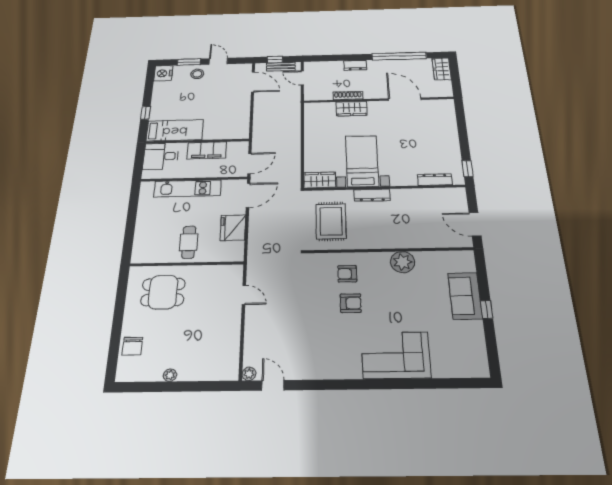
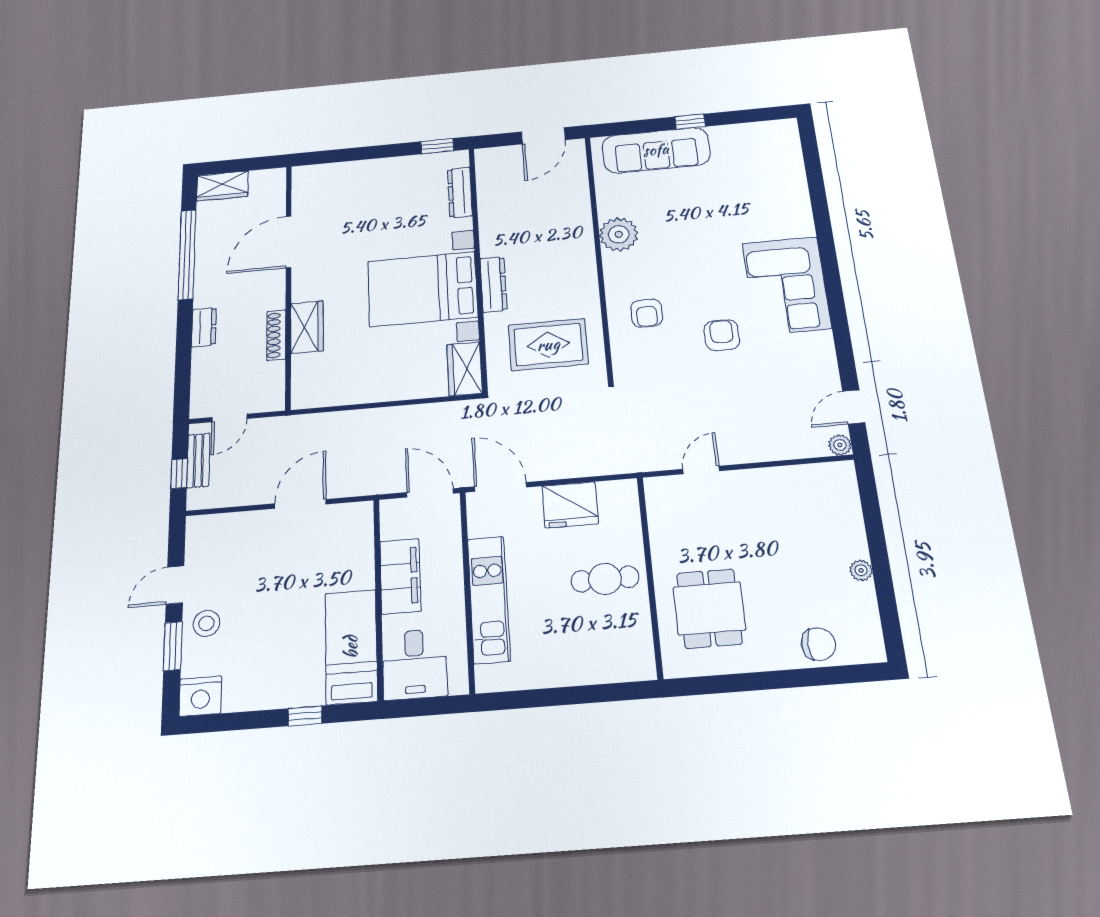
door: (253, 82) -> (300, 504), moved
bed with nightstands: (362, 161) -> (422, 289), width x1.36
sofa: (465, 296) -> (656, 150), width x1.36
armchair: (351, 303) -> (722, 335), moved
corner sofa: (396, 355) -> (787, 285), moved

